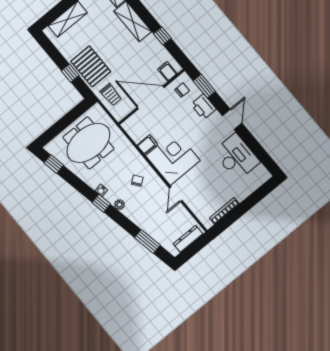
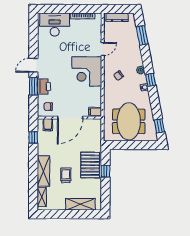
window: (162, 36) -> (33, 137), moved
window: (204, 86) -> (33, 86), moved
trolley: (111, 95) -> (66, 175), moved
door: (151, 97) -> (70, 118), hinge flipped
meeting table: (88, 143) -> (129, 121), turned 90
filing cabinet: (147, 145) -> (95, 112), moved
desk: (236, 157) -> (55, 25), moved, turned 90

